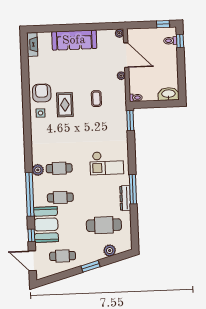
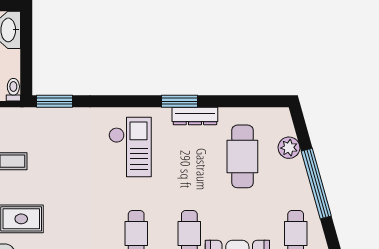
window: (133, 189) -> (179, 101), width x0.69
window: (91, 266) -> (316, 184), width x2.11

